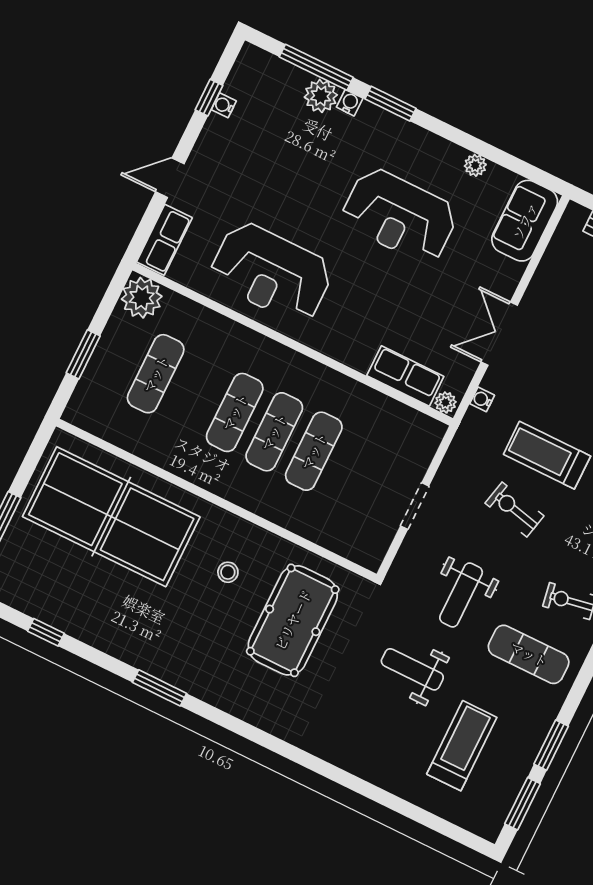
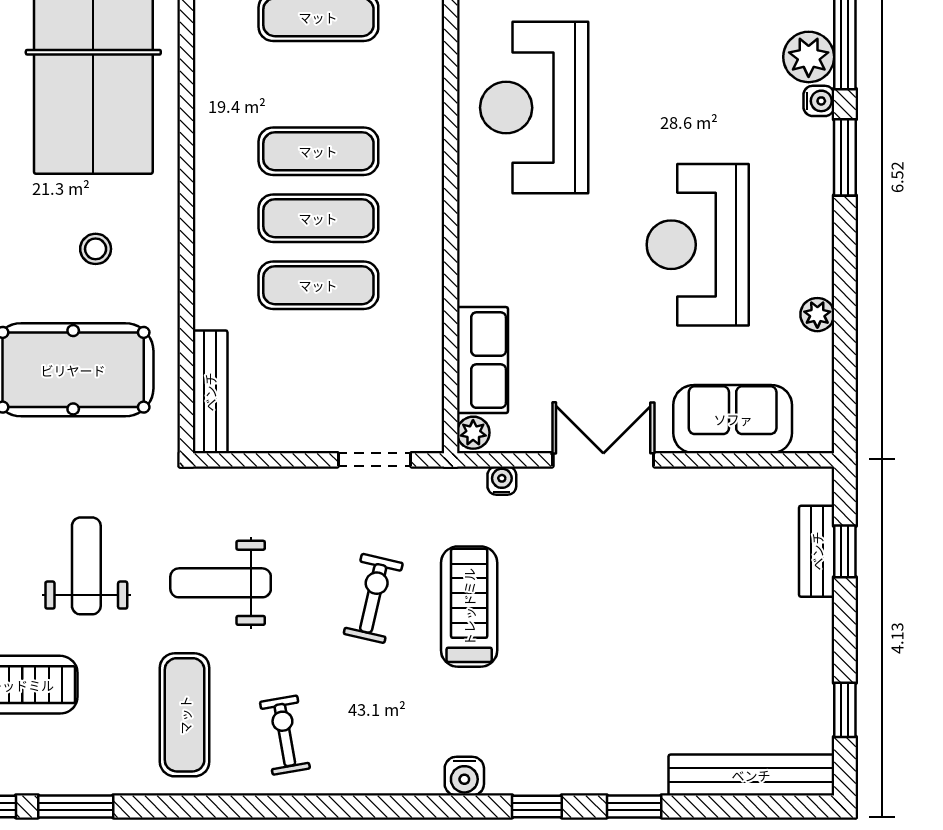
sofa: (525, 221) -> (733, 419), moved
doorway: (415, 506) -> (375, 460), moved
bench: (345, 546) -> (210, 392), added

